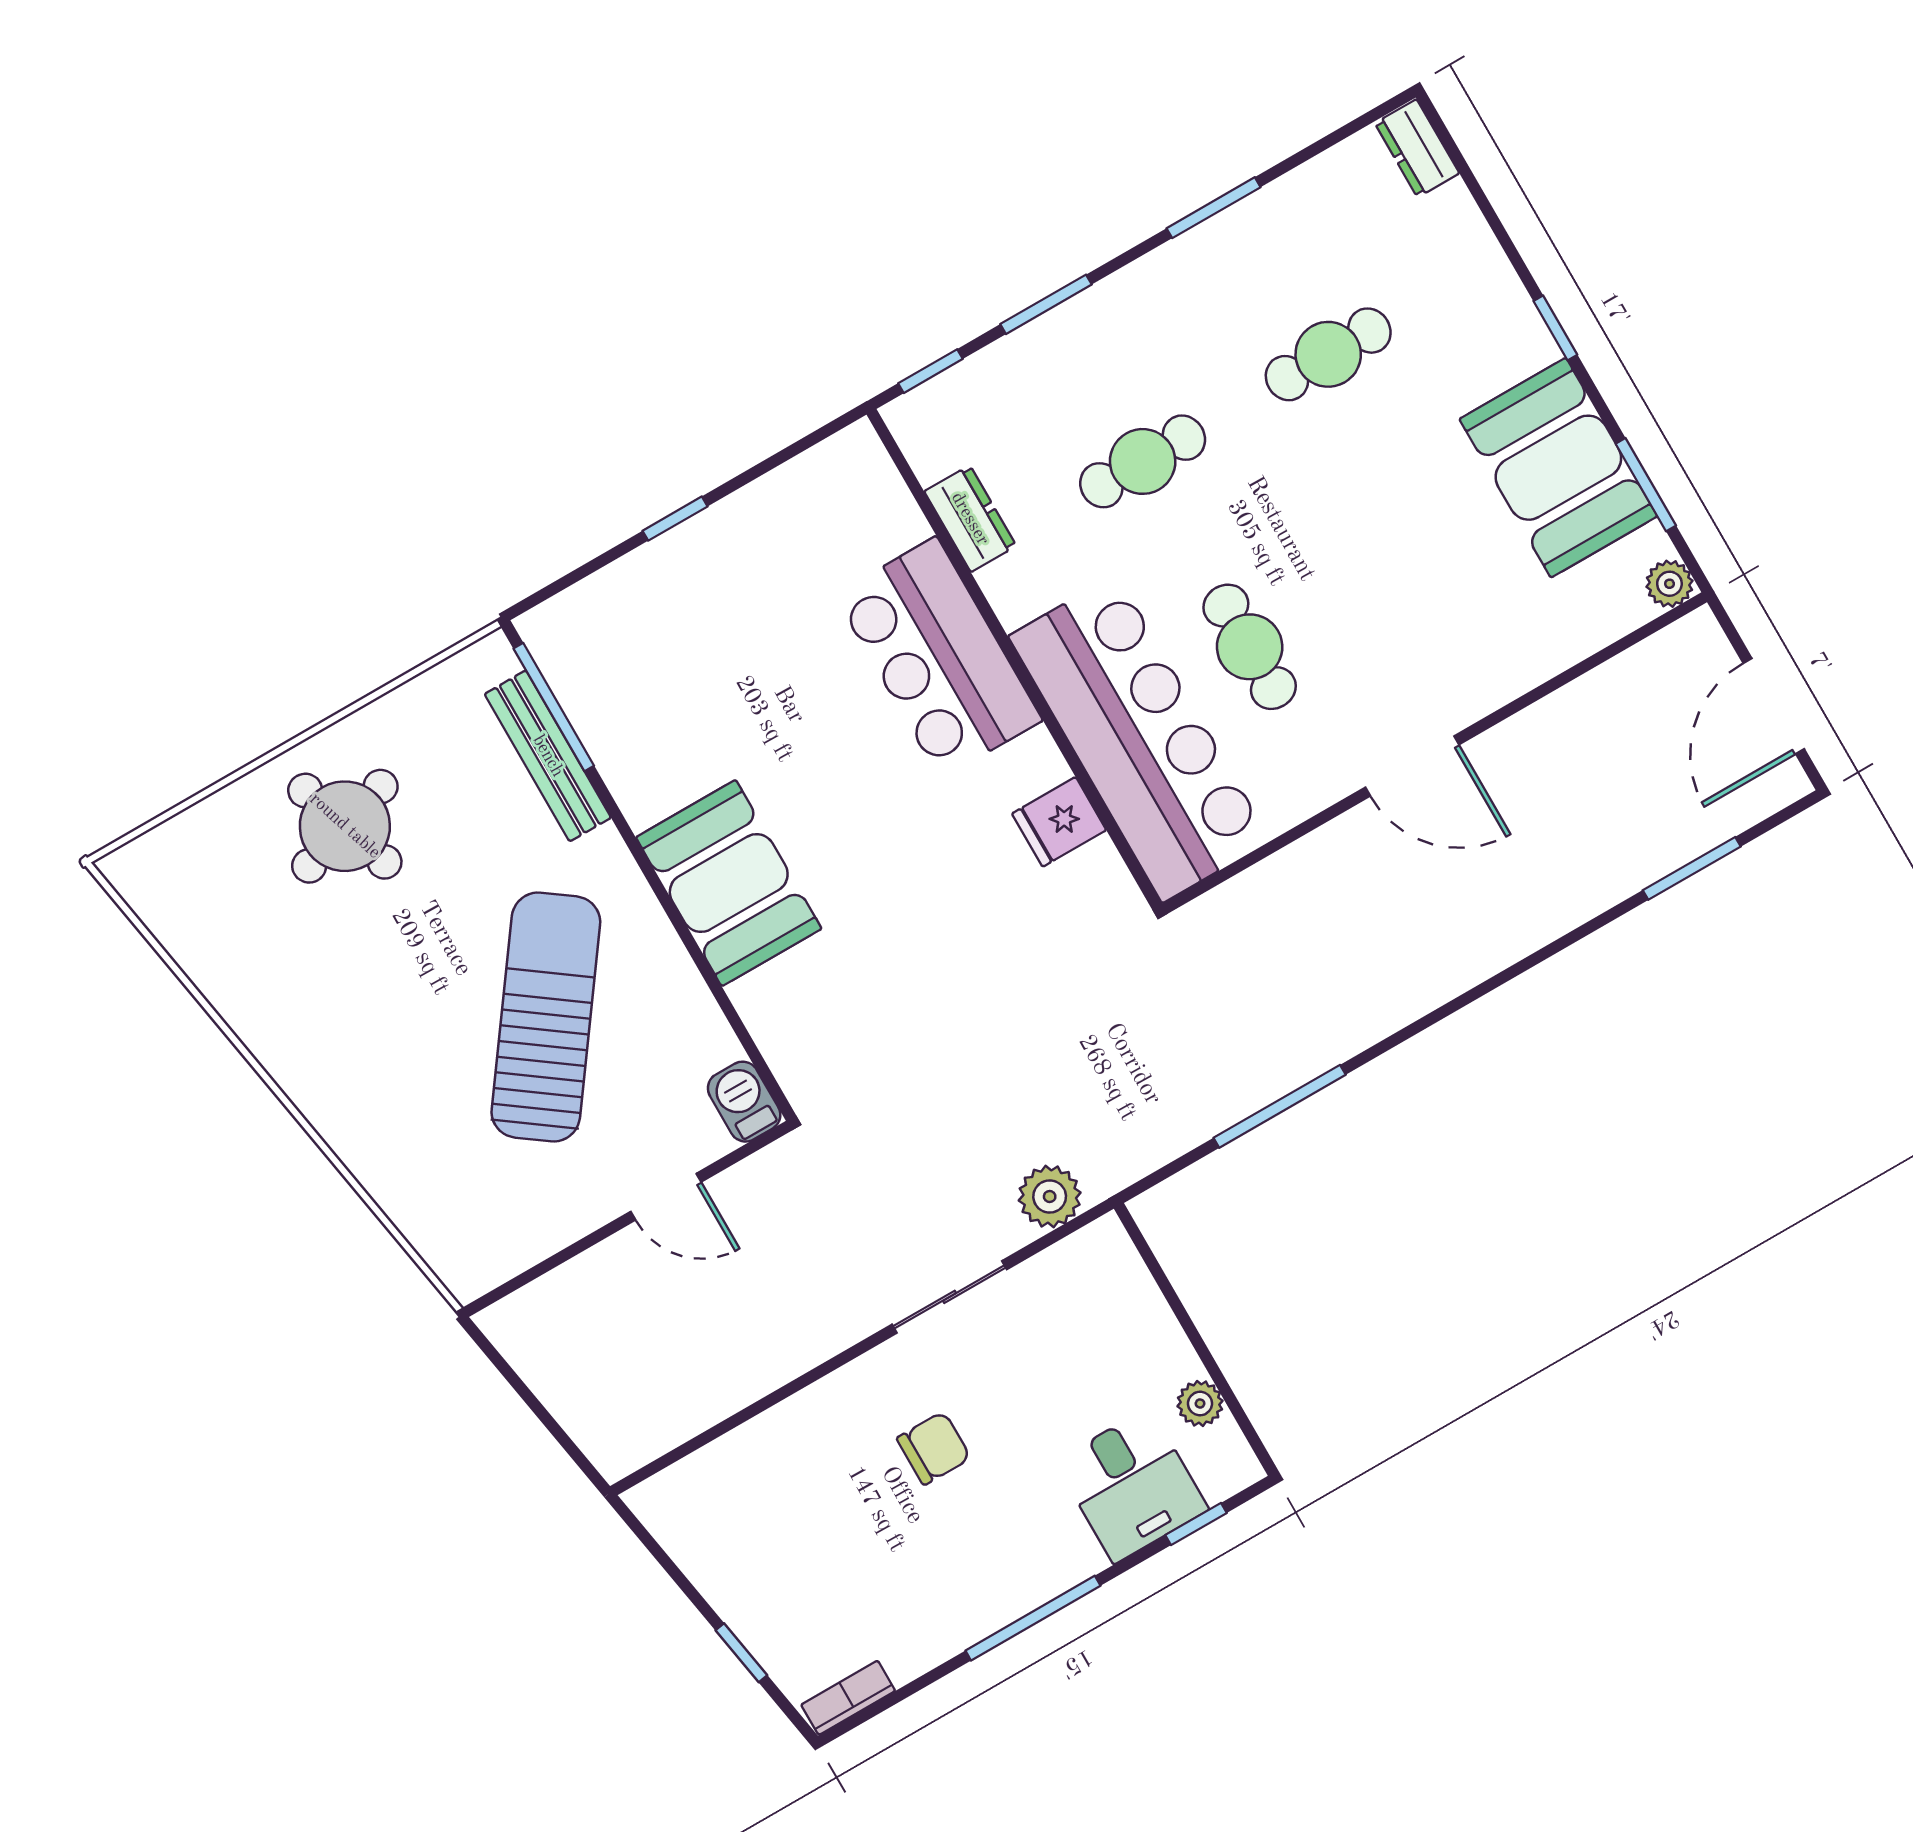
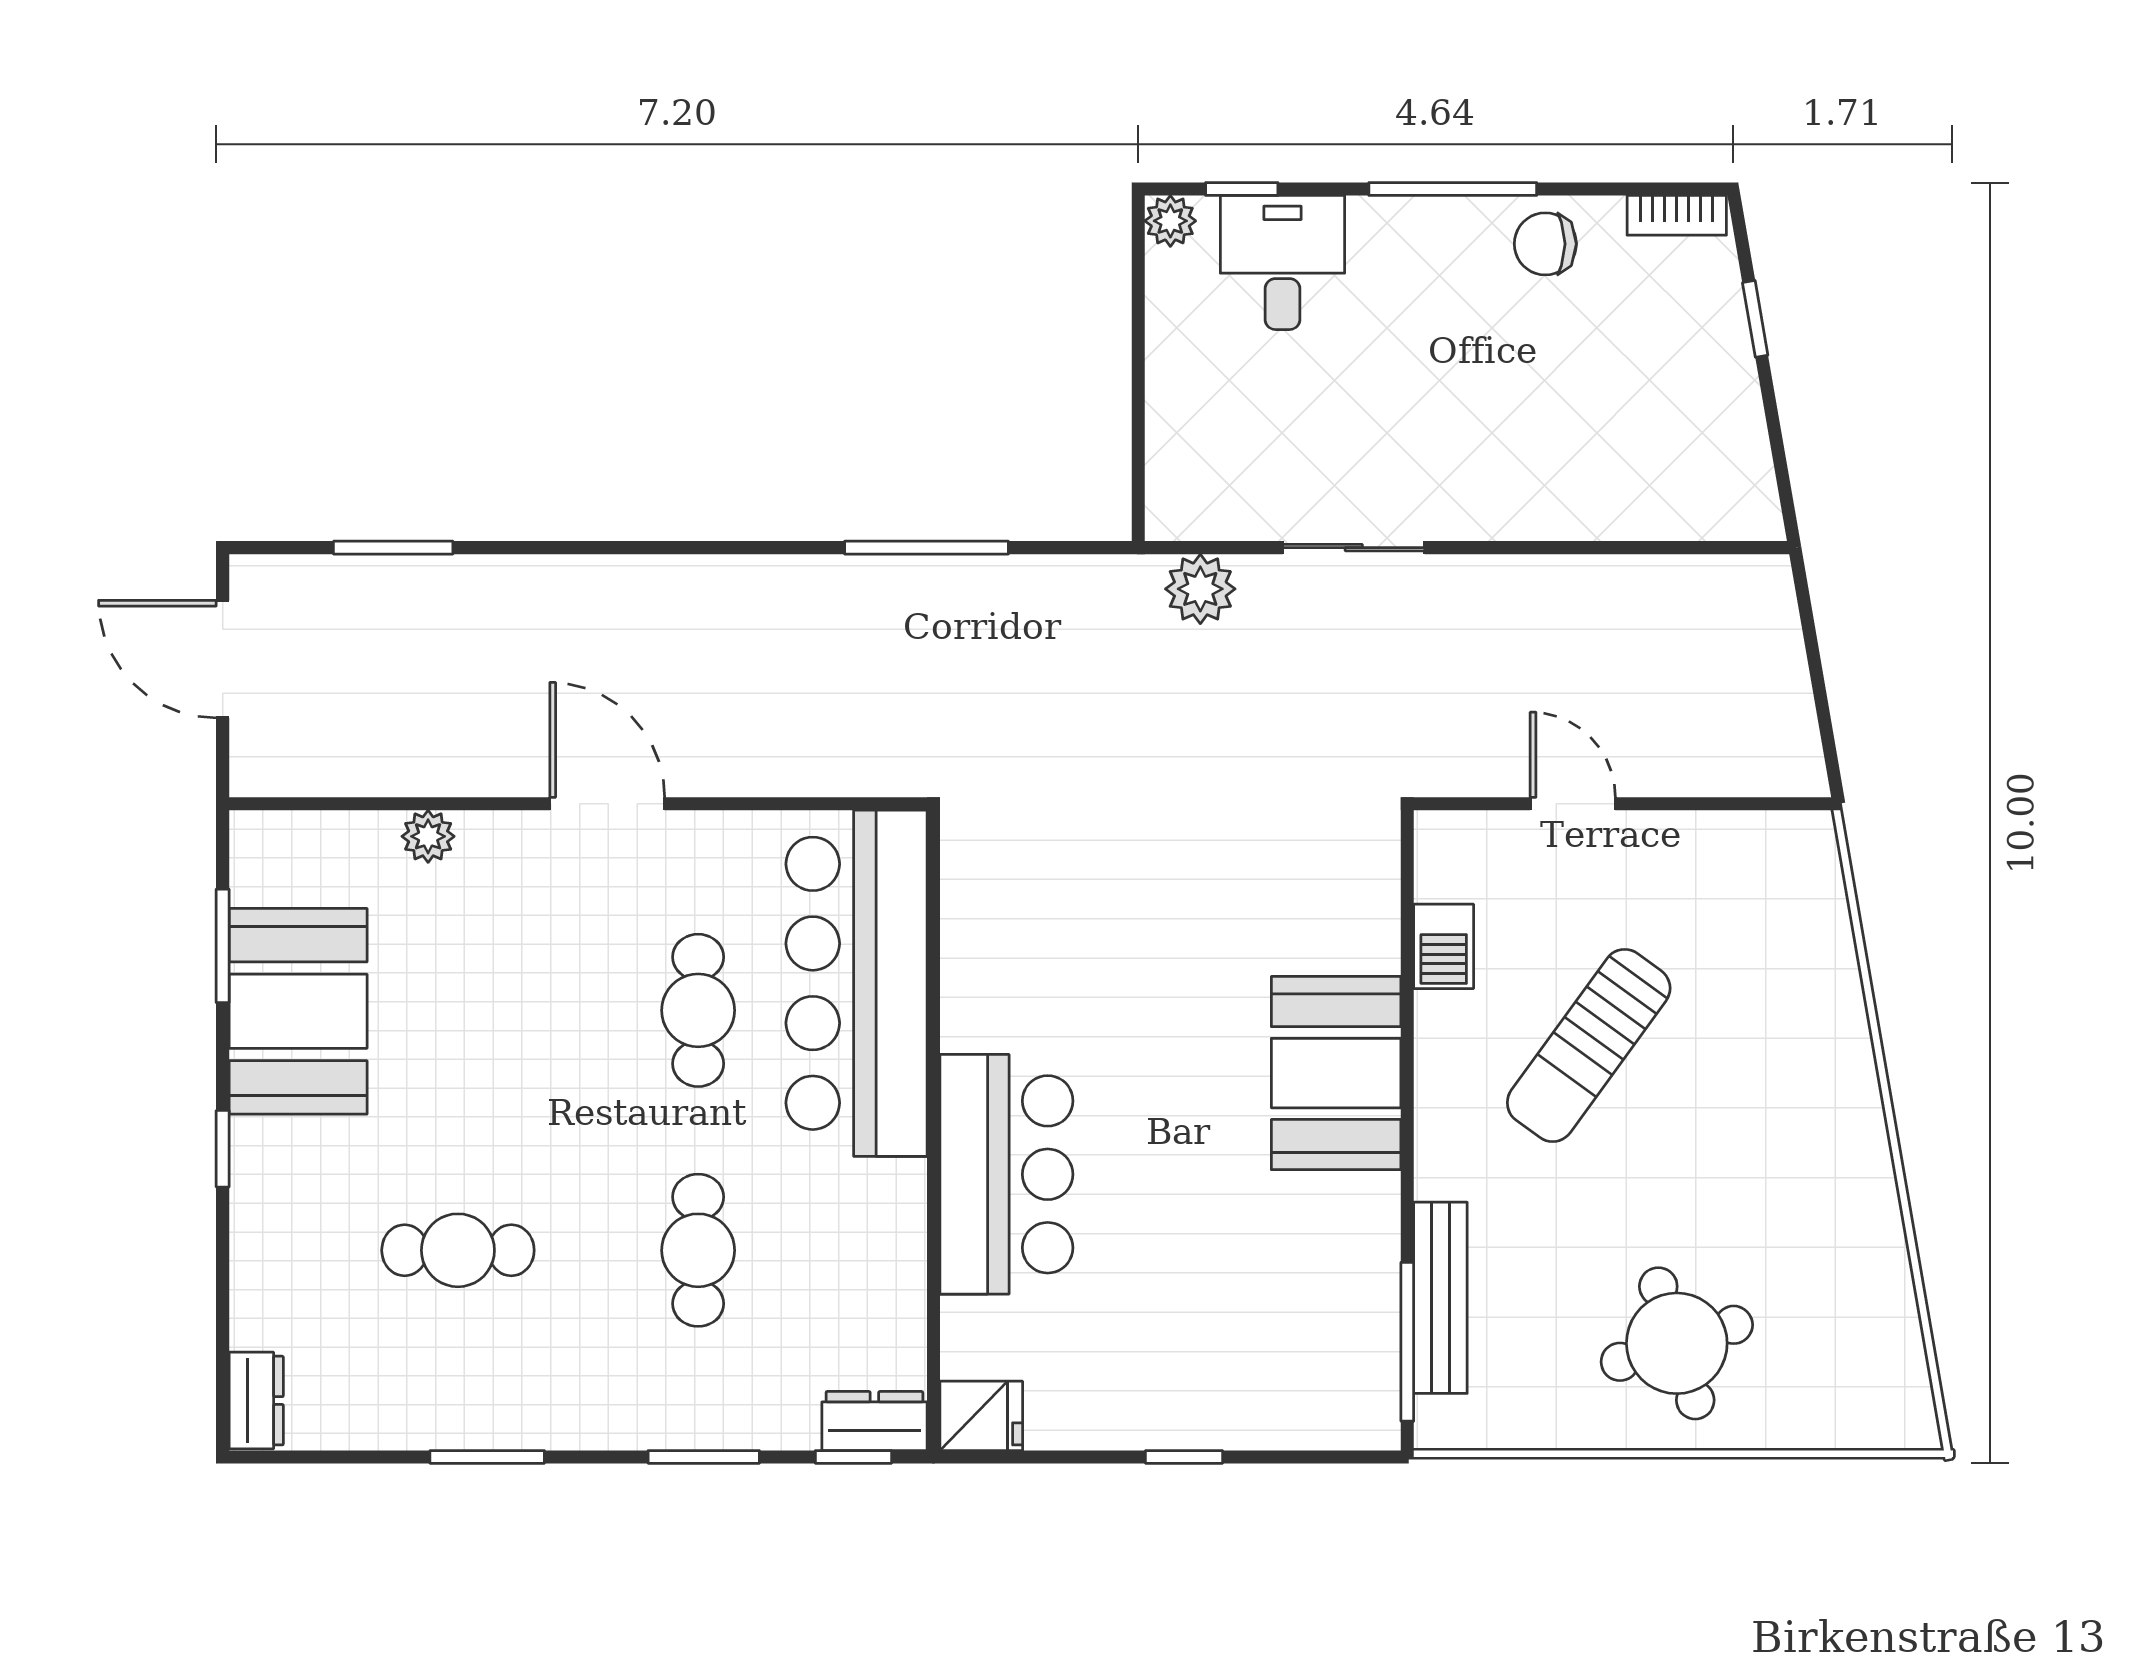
cafe table: (1143, 461) -> (698, 1250), turned 90
dresser: (970, 519) -> (874, 1421), moved, turned 90
plant: (1669, 584) -> (428, 836), moved
door: (1774, 706) -> (223, 659), swing flipped
fridge: (1059, 822) -> (981, 1416), moved
sun lounger: (546, 1017) -> (1589, 1045), width x0.73, depth x0.75
barbecue: (744, 1102) -> (1444, 946), moved
plant: (1200, 1403) -> (1170, 221), moved
chair: (934, 1448) -> (1545, 244), moved

